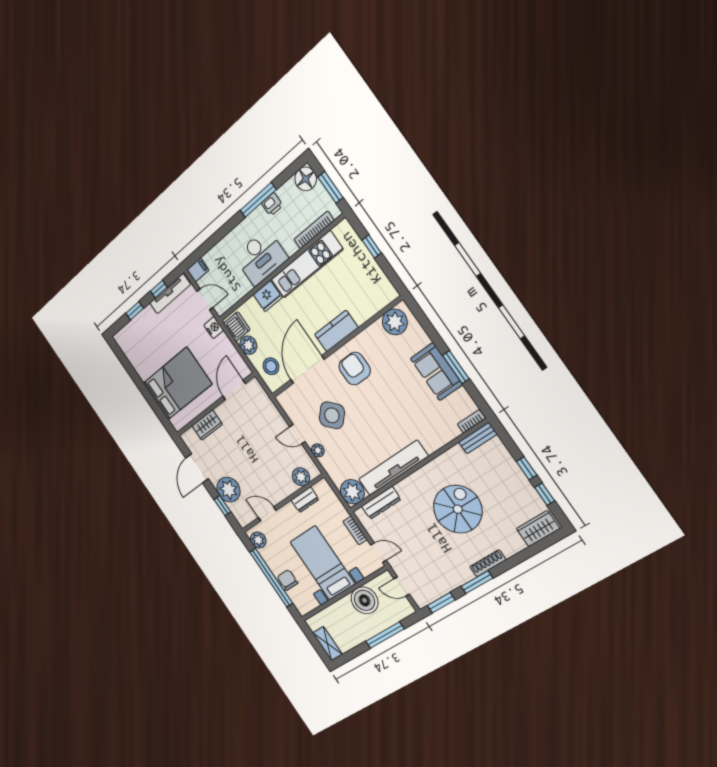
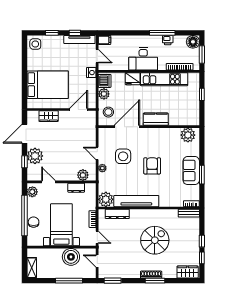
side table: (128, 341) -> (35, 44), added
armchair: (355, 369) -> (152, 166), moved
side table: (332, 415) -> (123, 156), turned 45
window: (477, 582) -> (155, 281), moved

